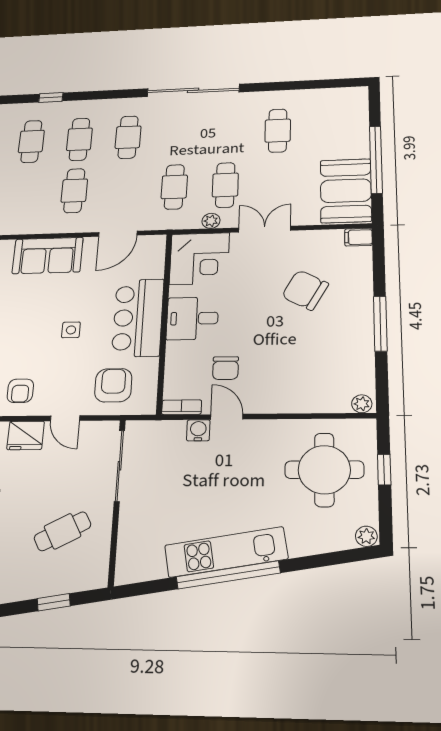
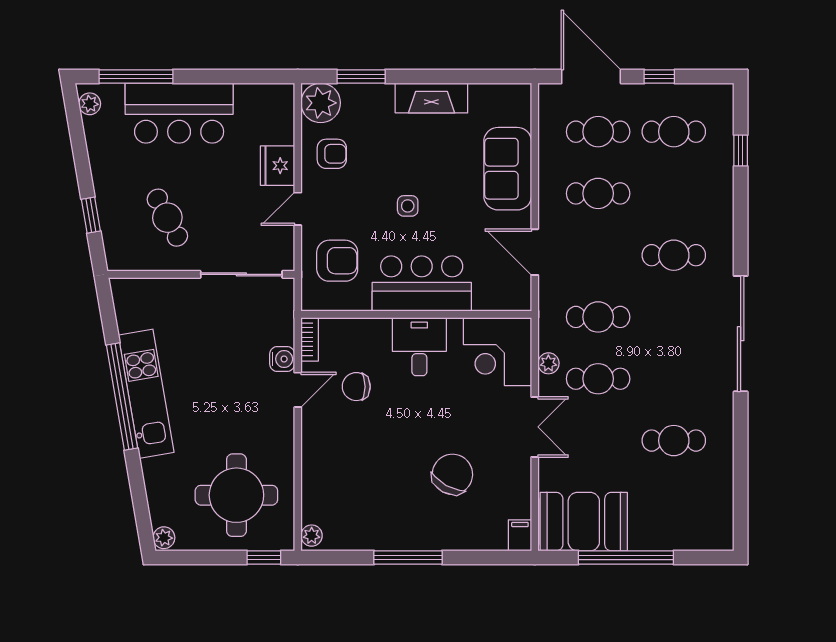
cafe table: (79, 139) -> (598, 132), moved
armchair: (20, 391) -> (332, 154), turned 180
window: (384, 470) -> (264, 557), moved

